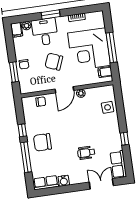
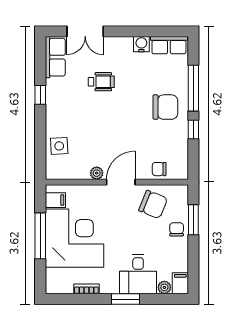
chair: (54, 62) -> (153, 204), moved

